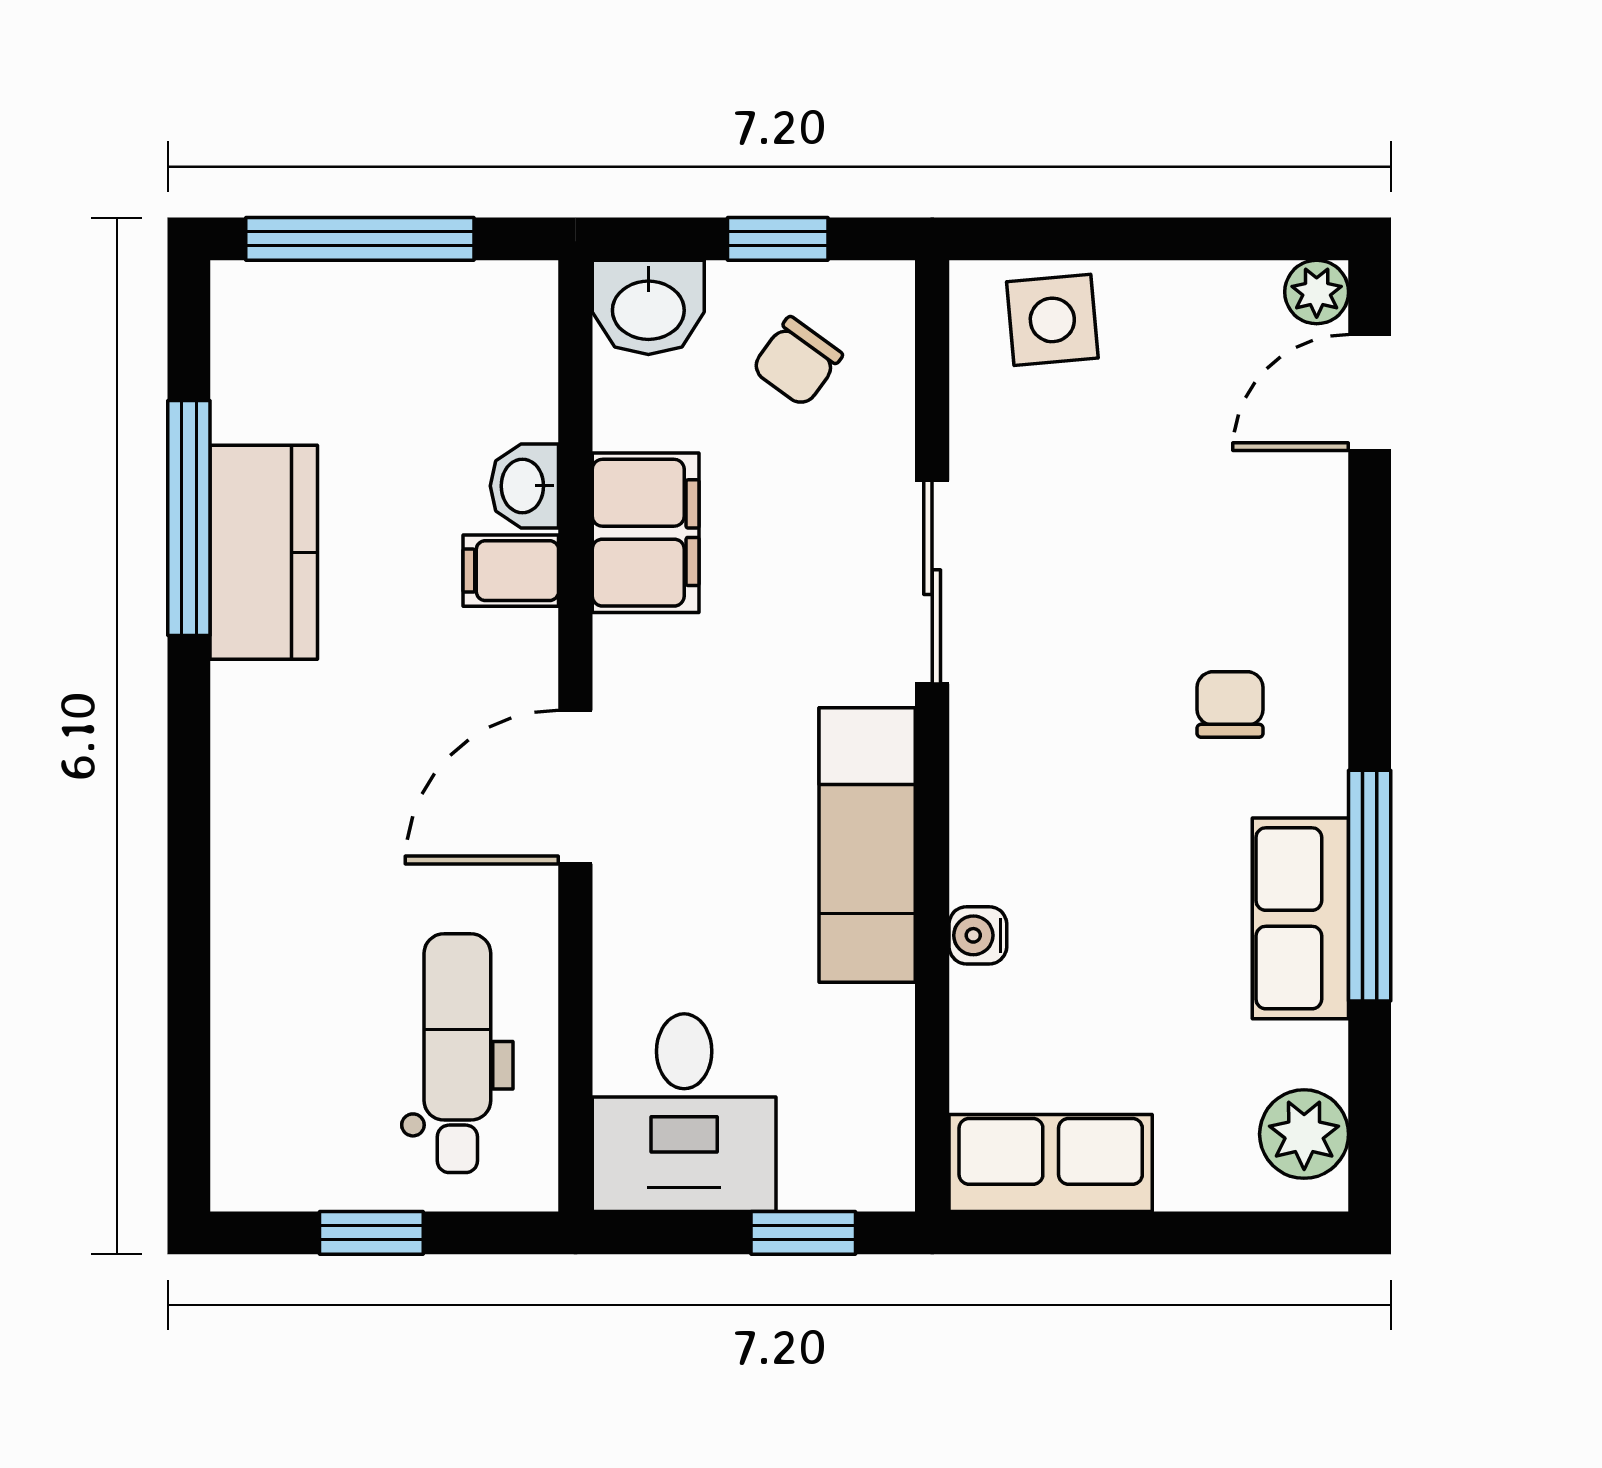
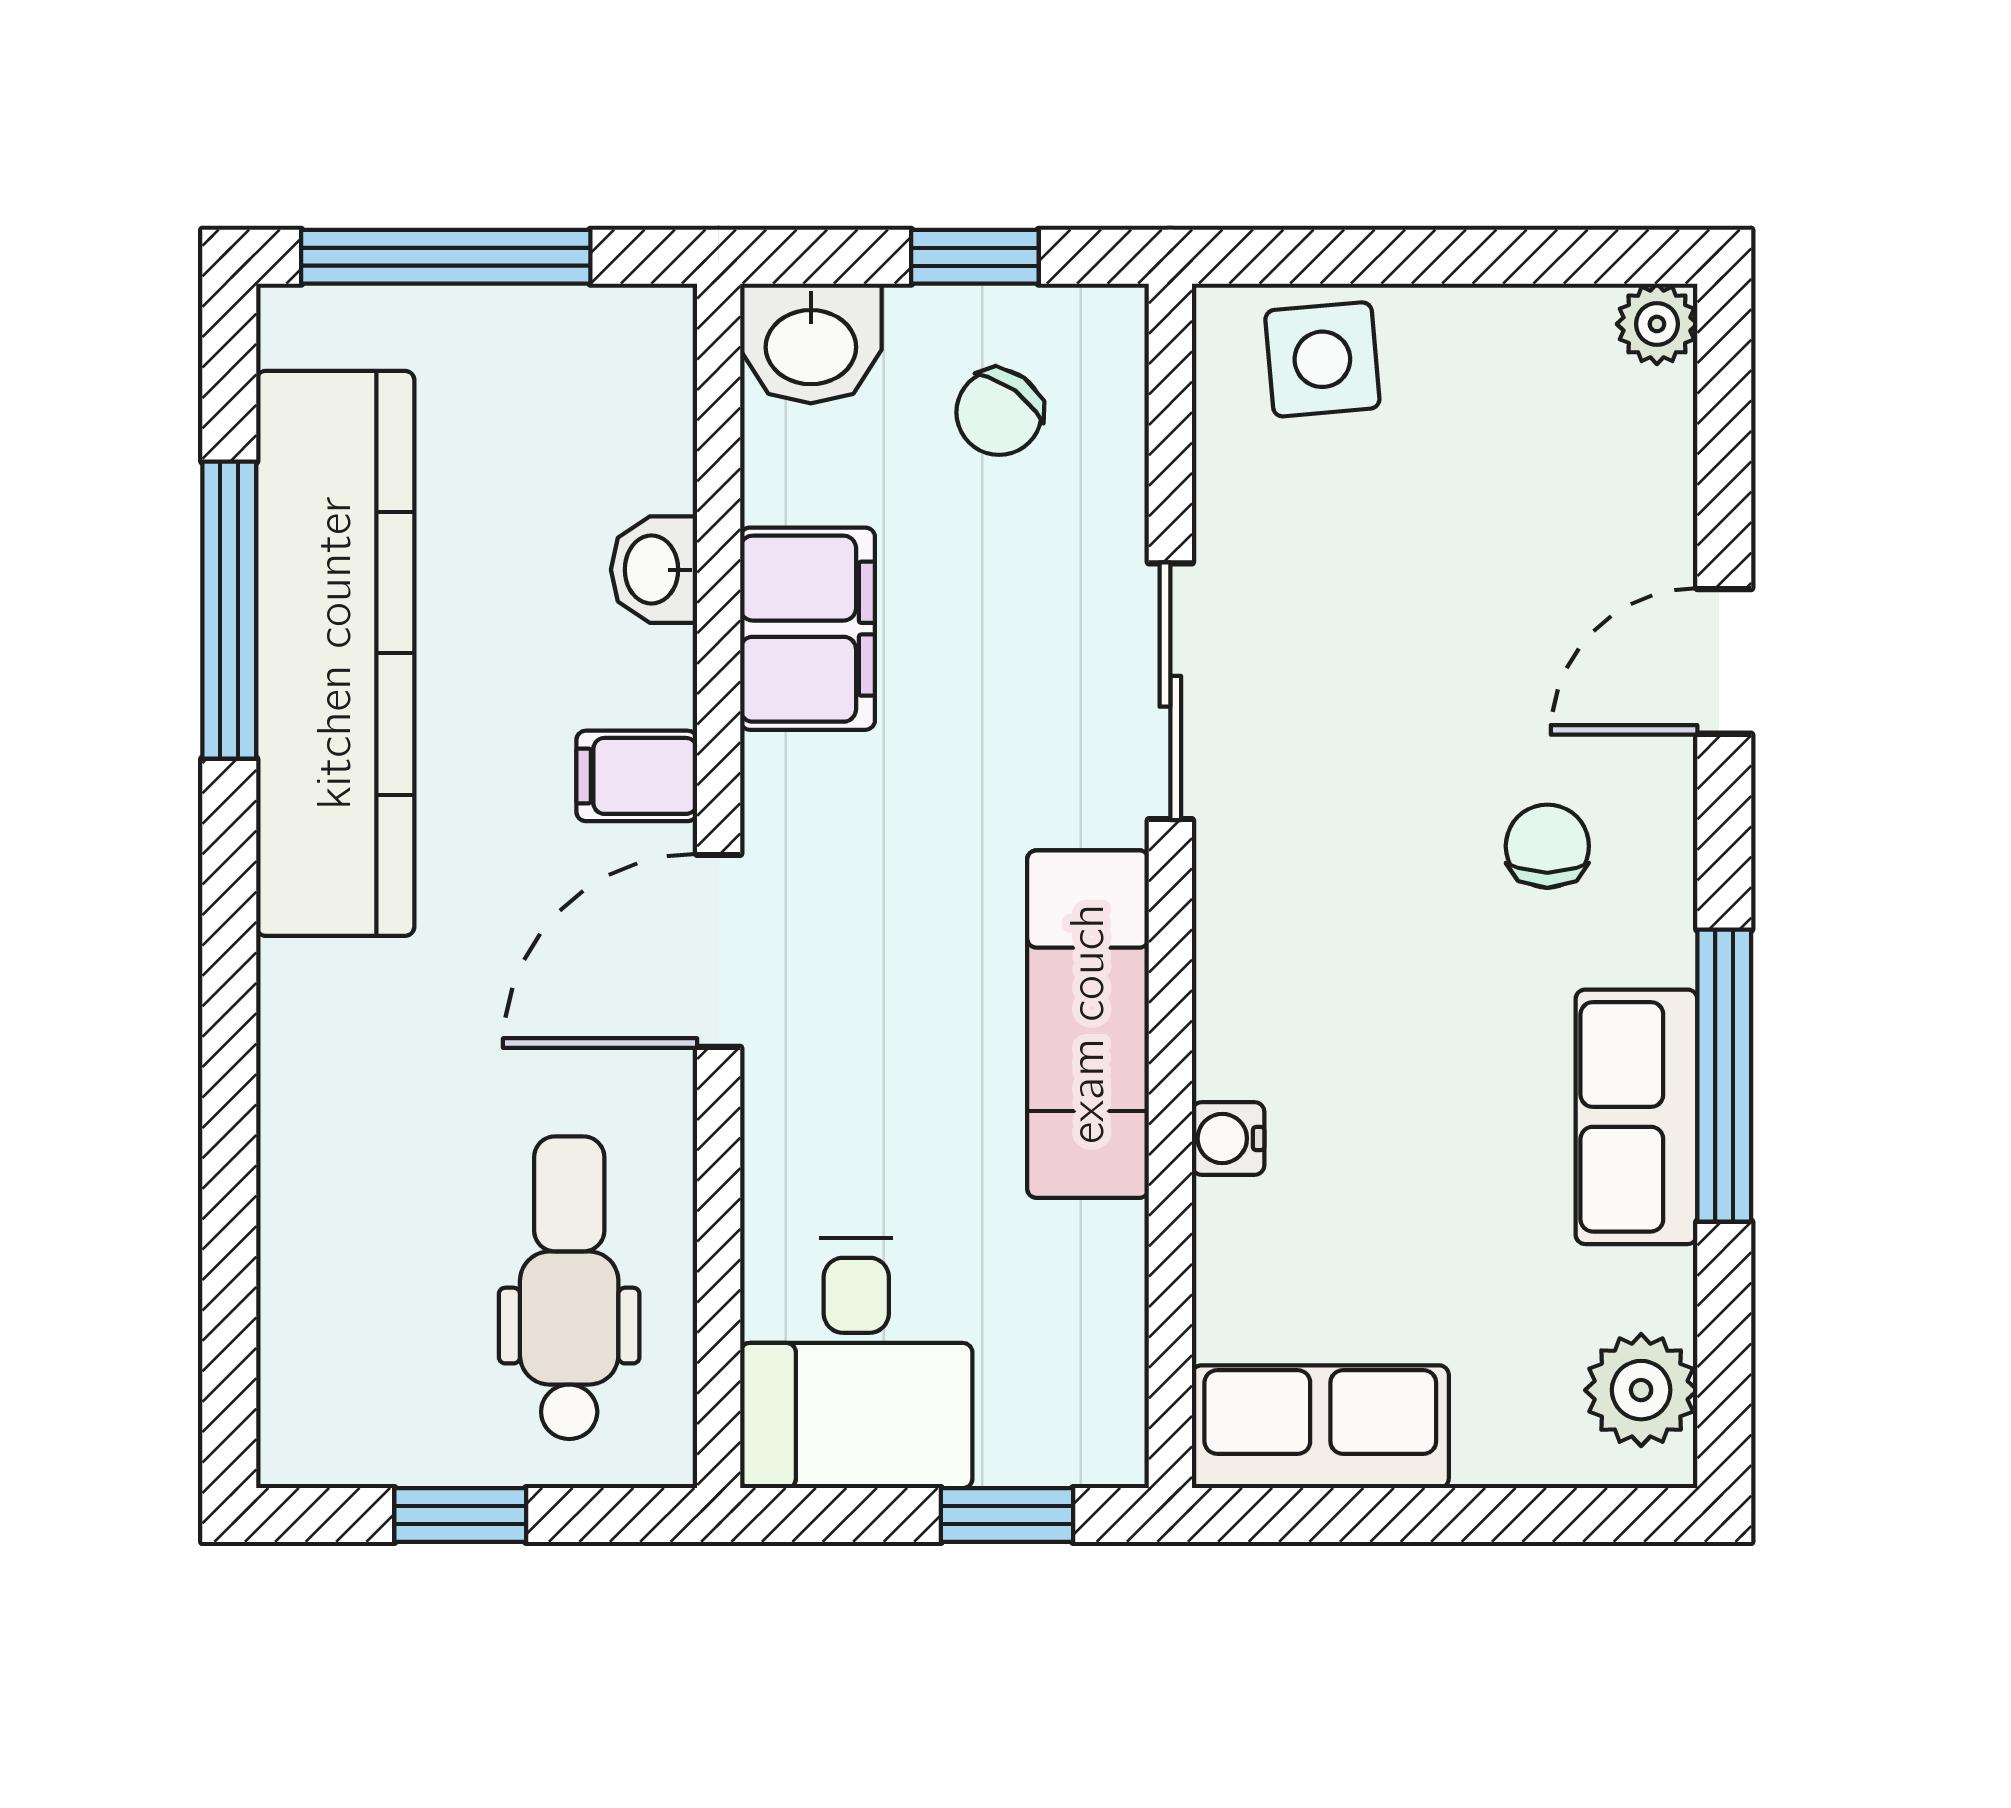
door: (1370, 393) -> (1724, 661), moved
kitchen counter: (264, 552) -> (335, 653), width x2.08, depth x1.17
filing cabinet: (511, 571) -> (637, 776), moved

